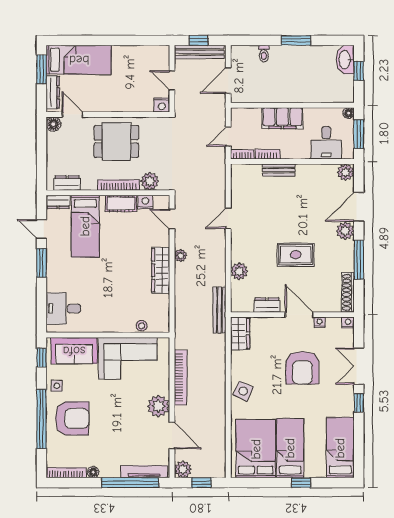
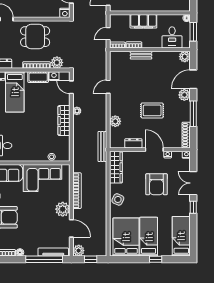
wardrobe: (240, 333) -> (116, 167), width x1.50

